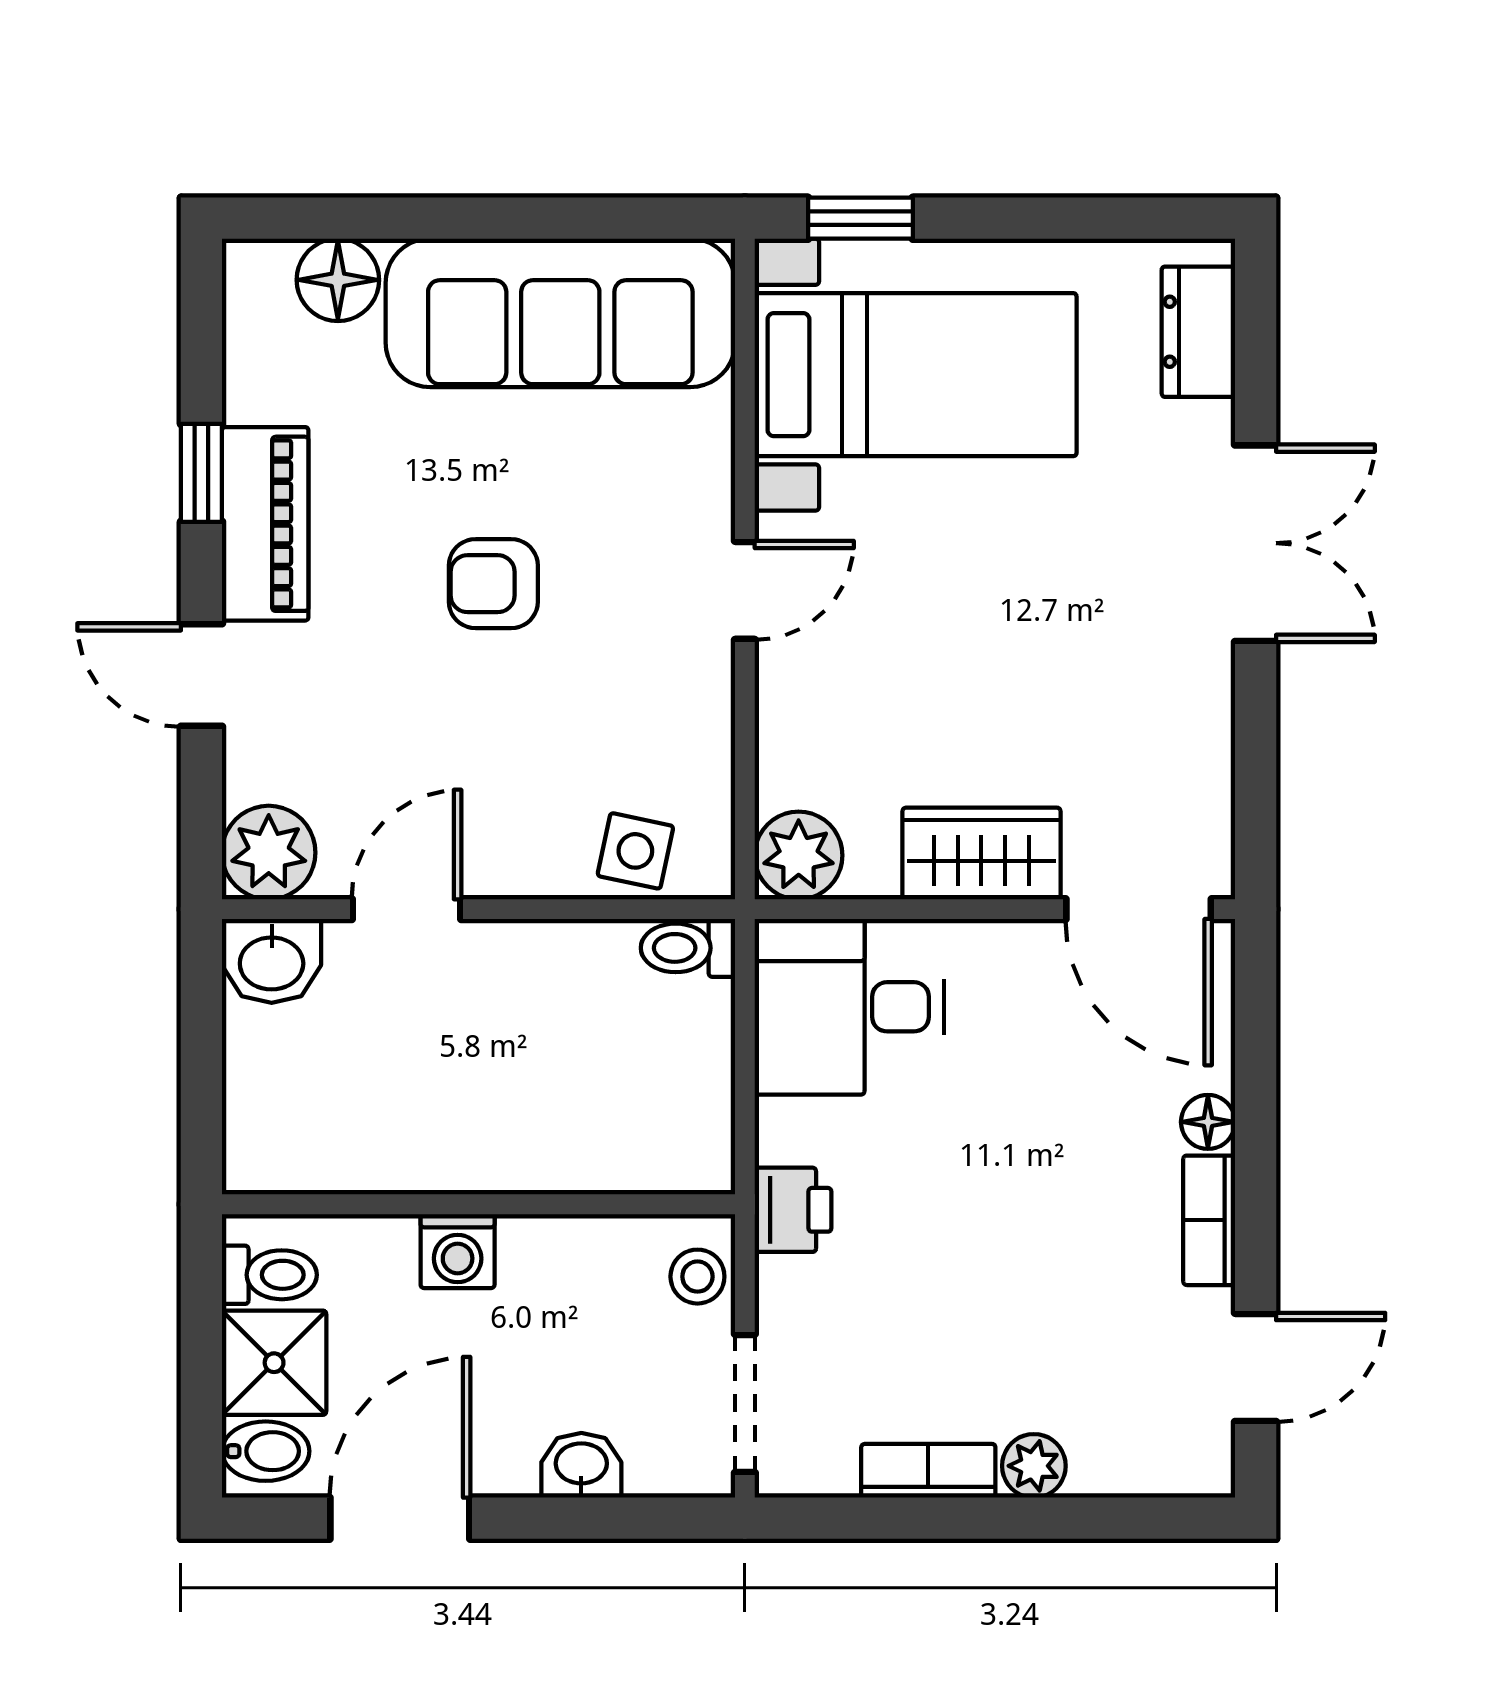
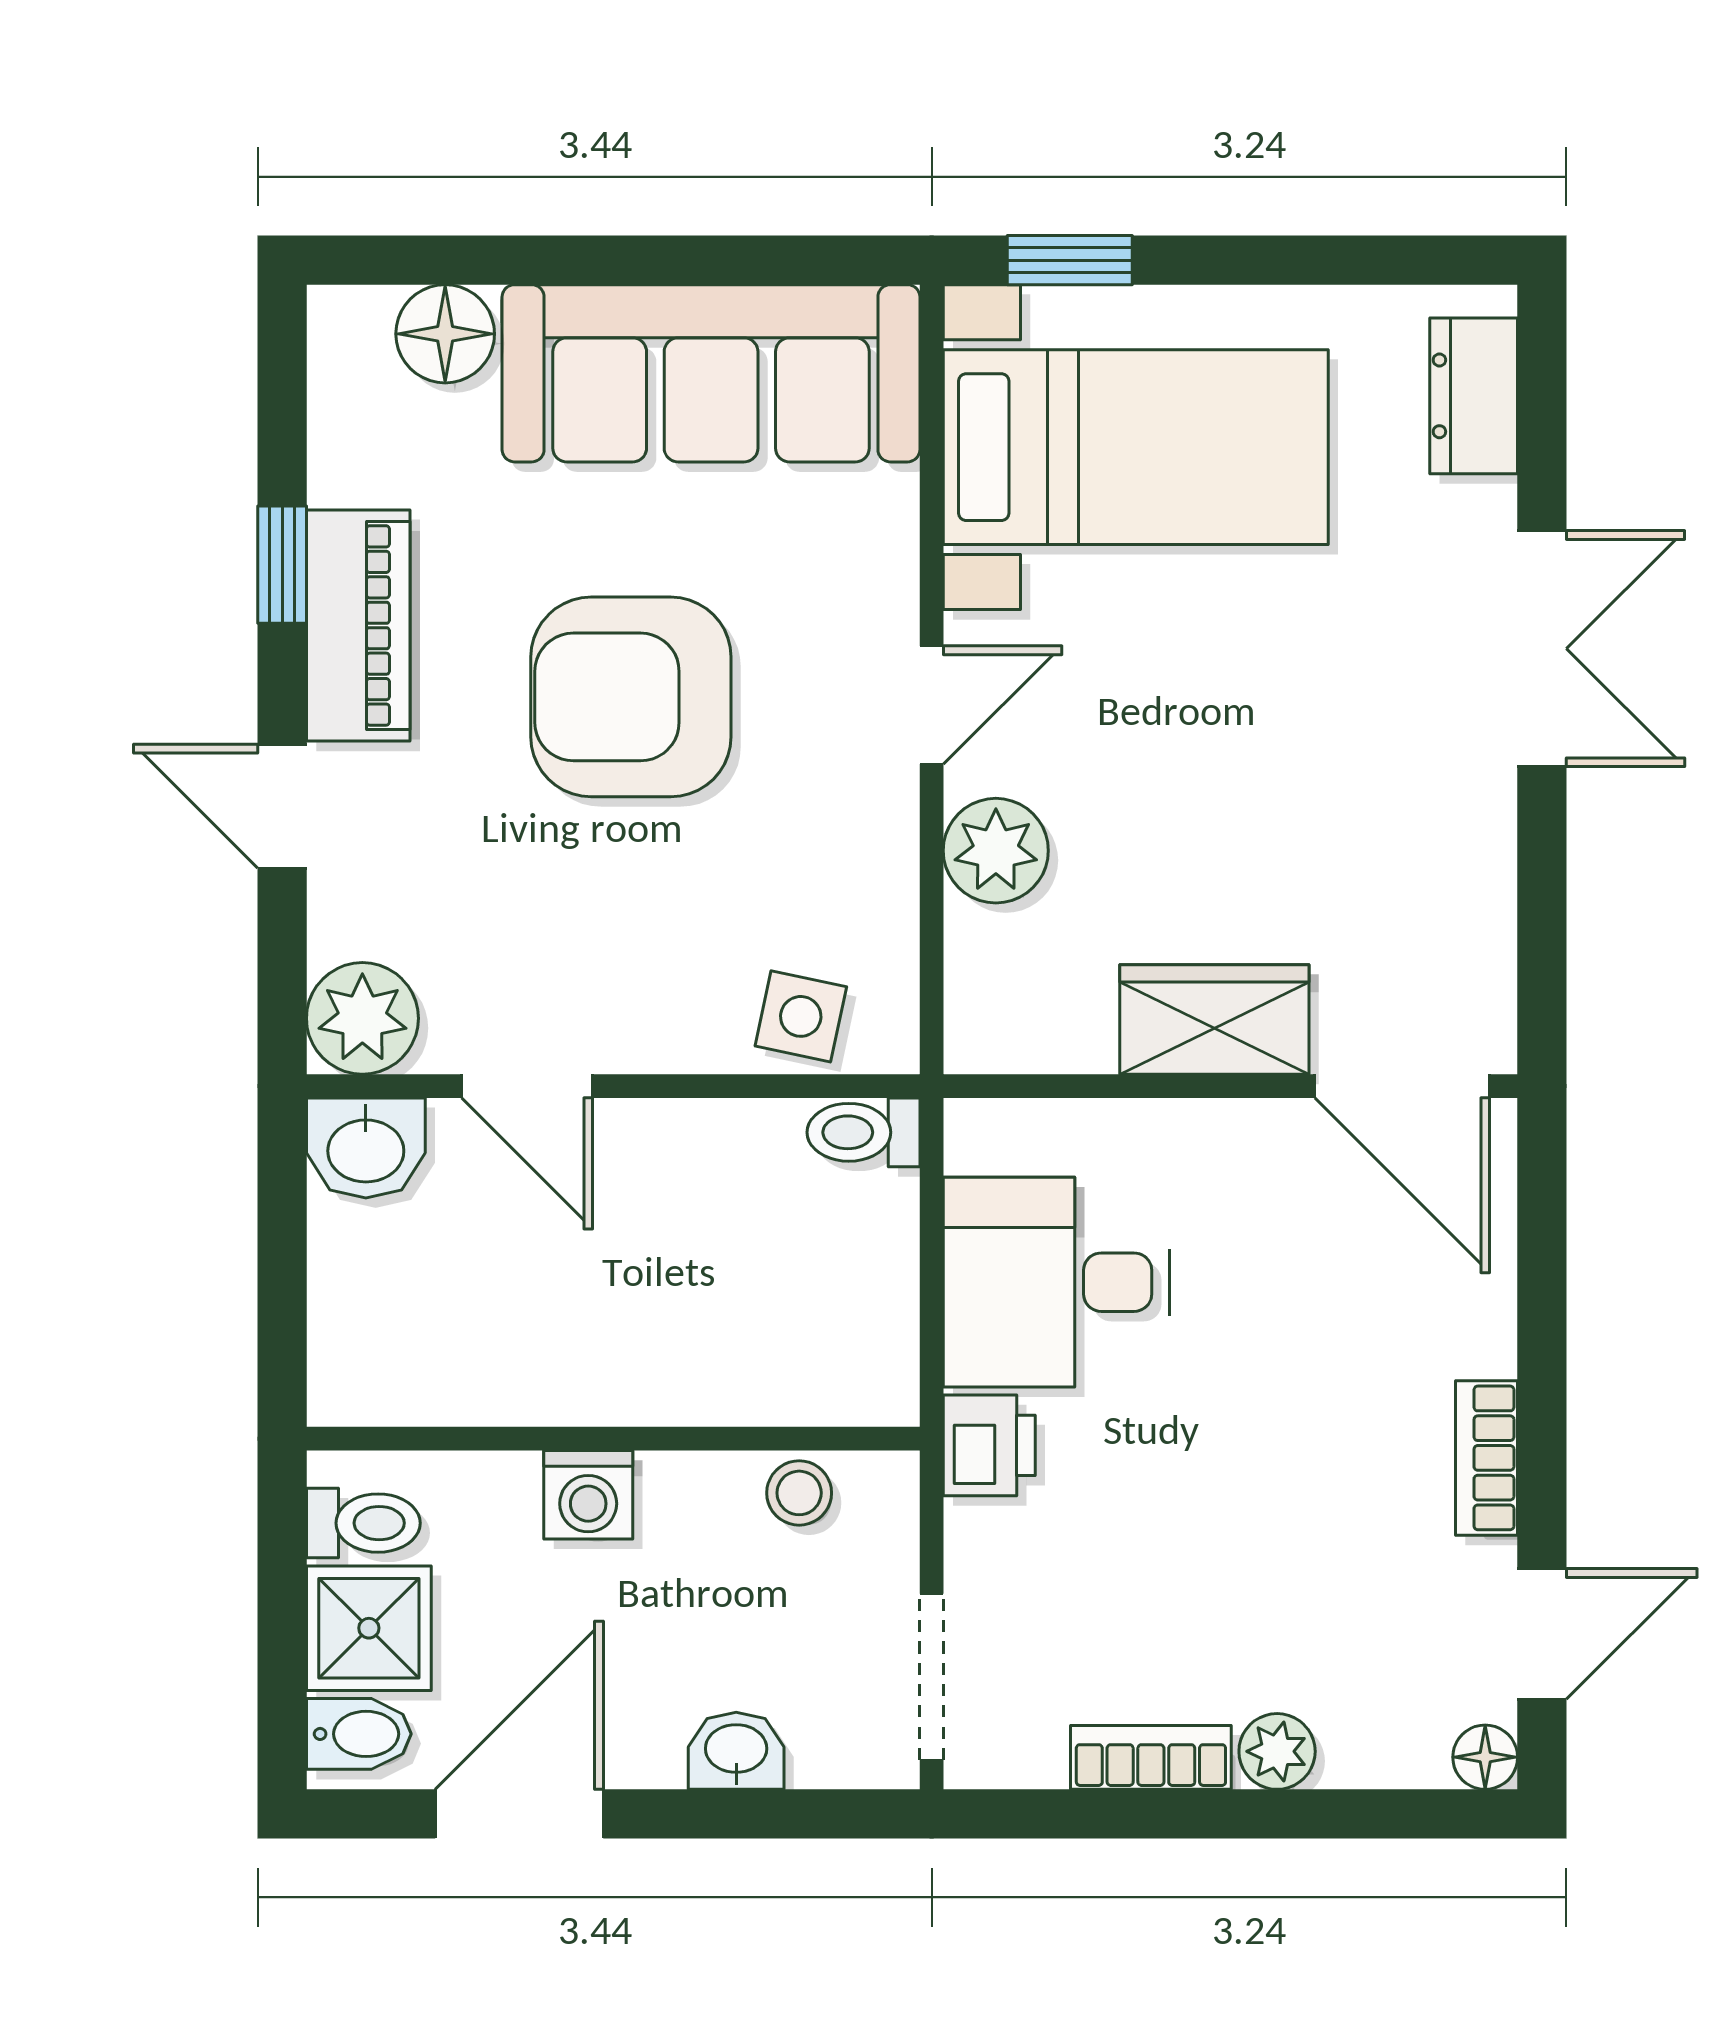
armchair: (493, 584) -> (631, 697), width x1.88, depth x1.88
plant: (799, 855) -> (996, 851), moved
door: (406, 909) -> (527, 1086), swing flipped
desk: (849, 1007) -> (1057, 1282), moved
floor lamp: (1208, 1122) -> (1485, 1757), moved
stool: (697, 1277) -> (799, 1493), moved

